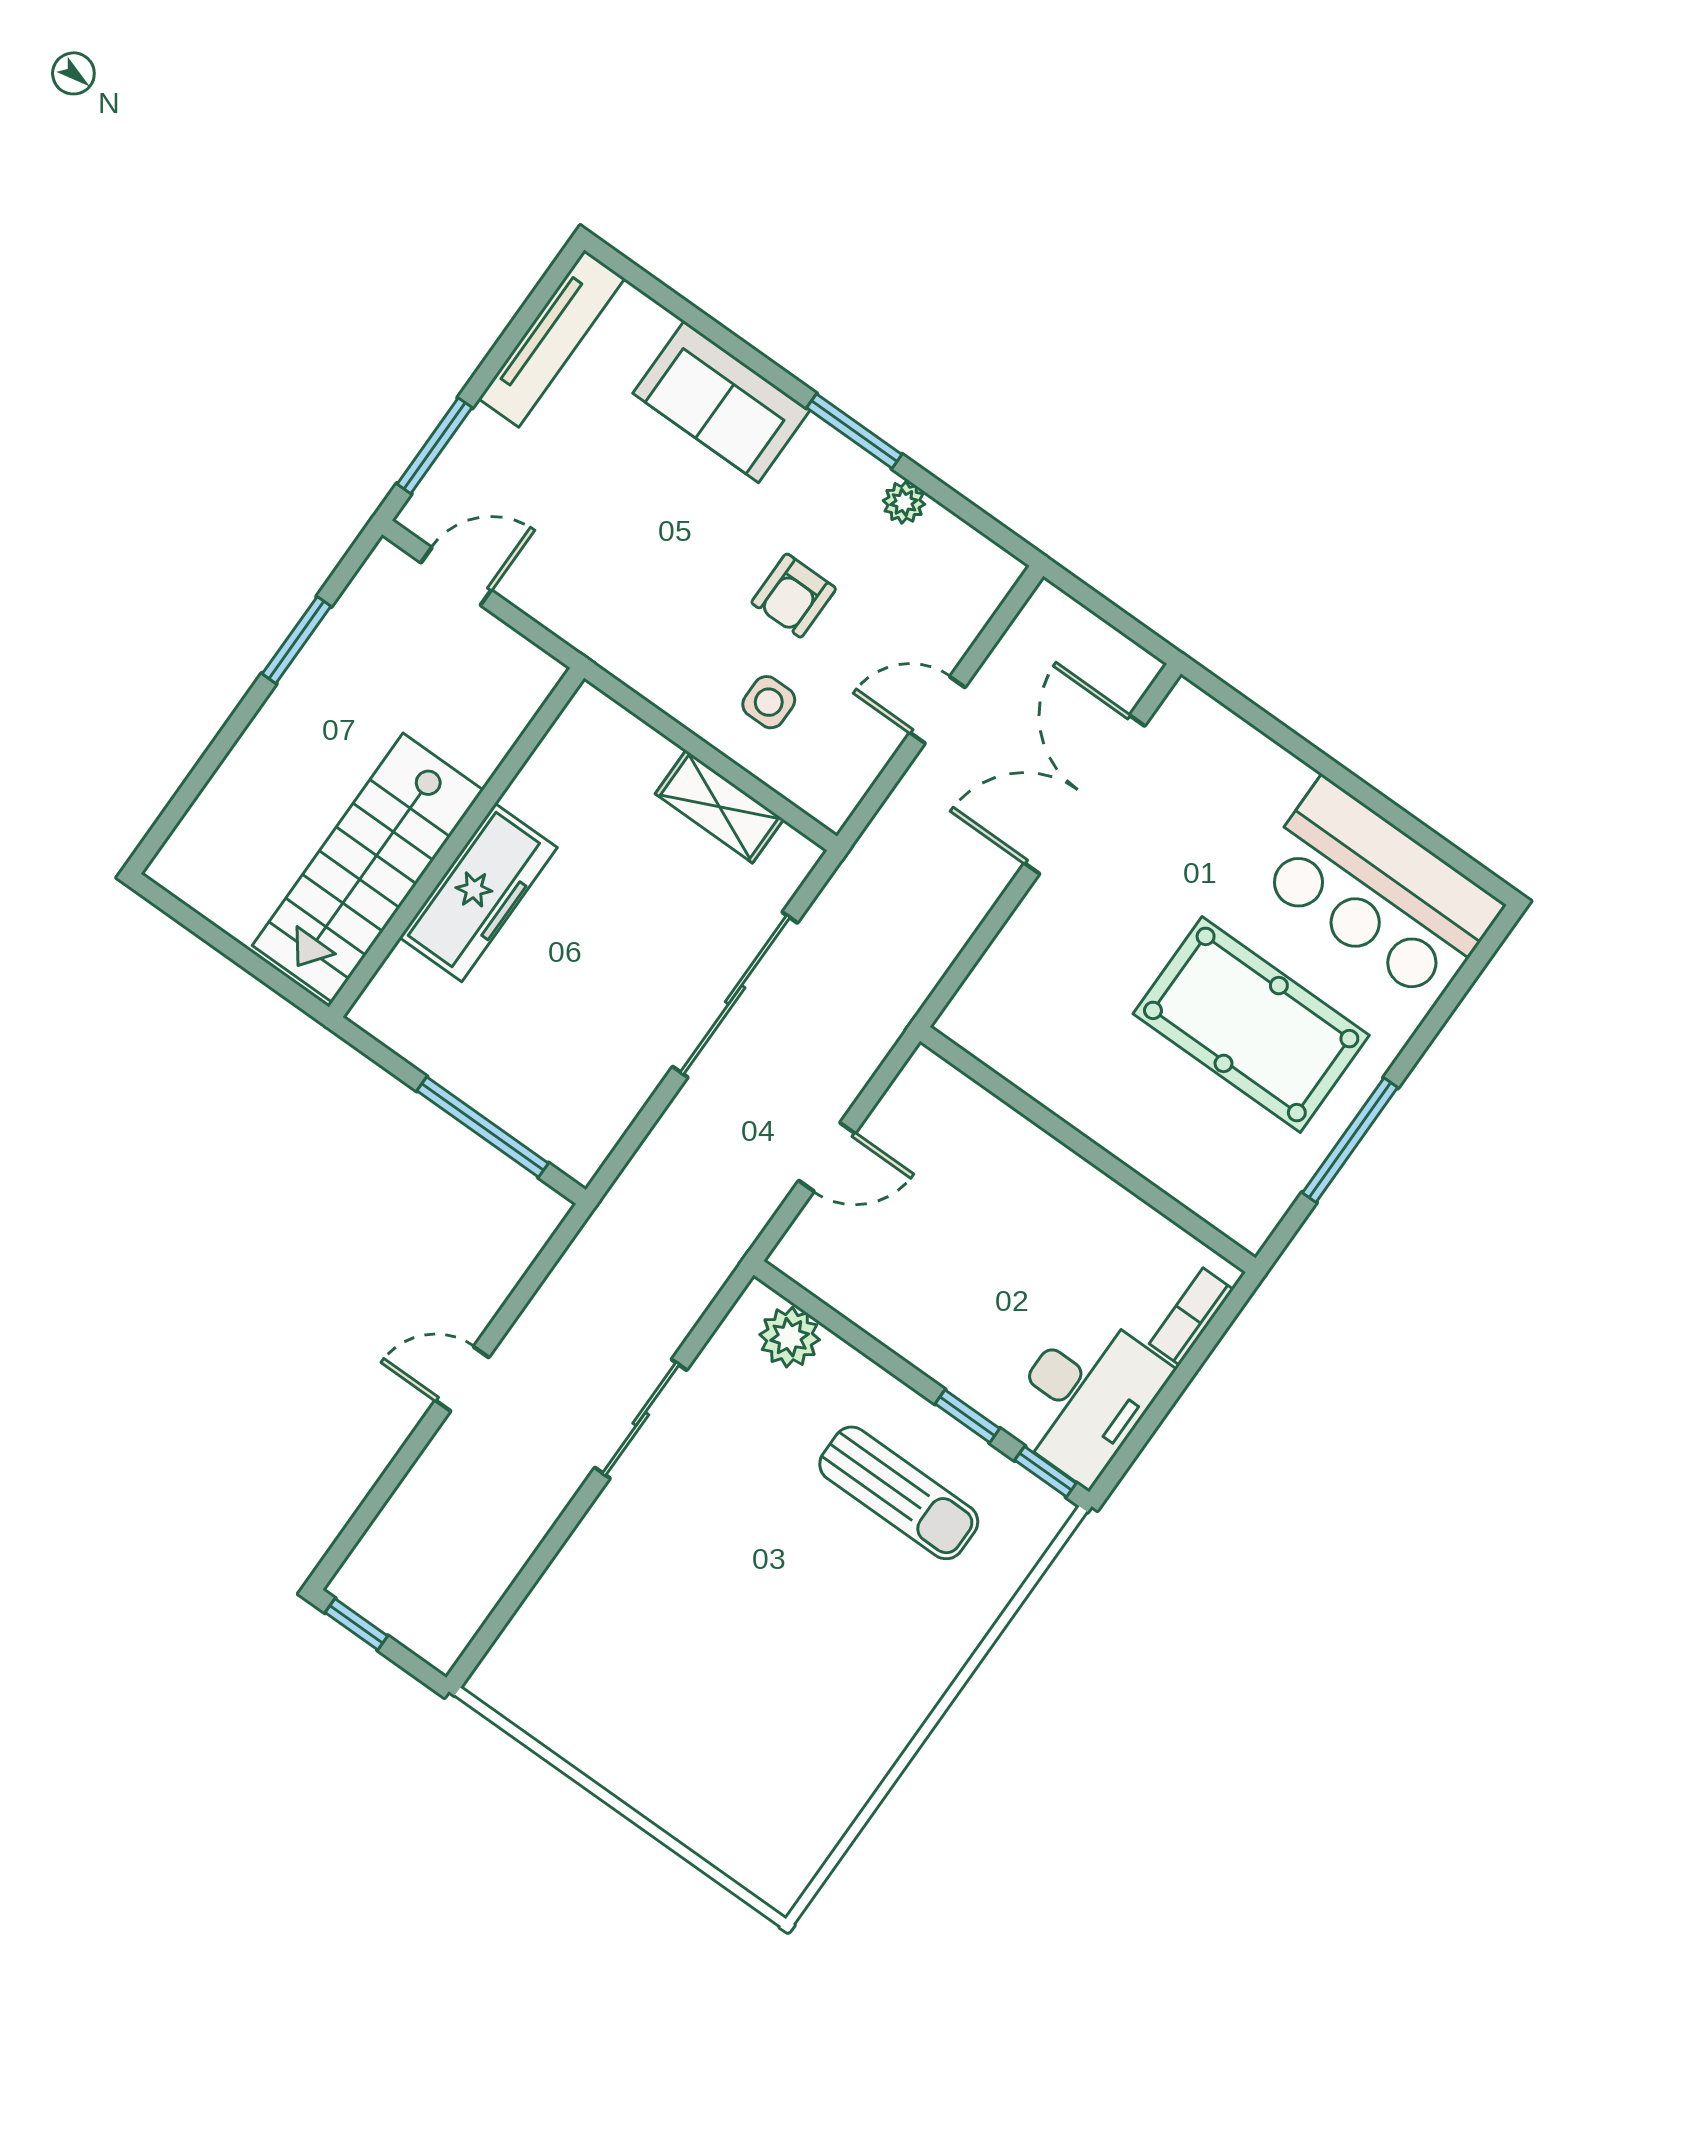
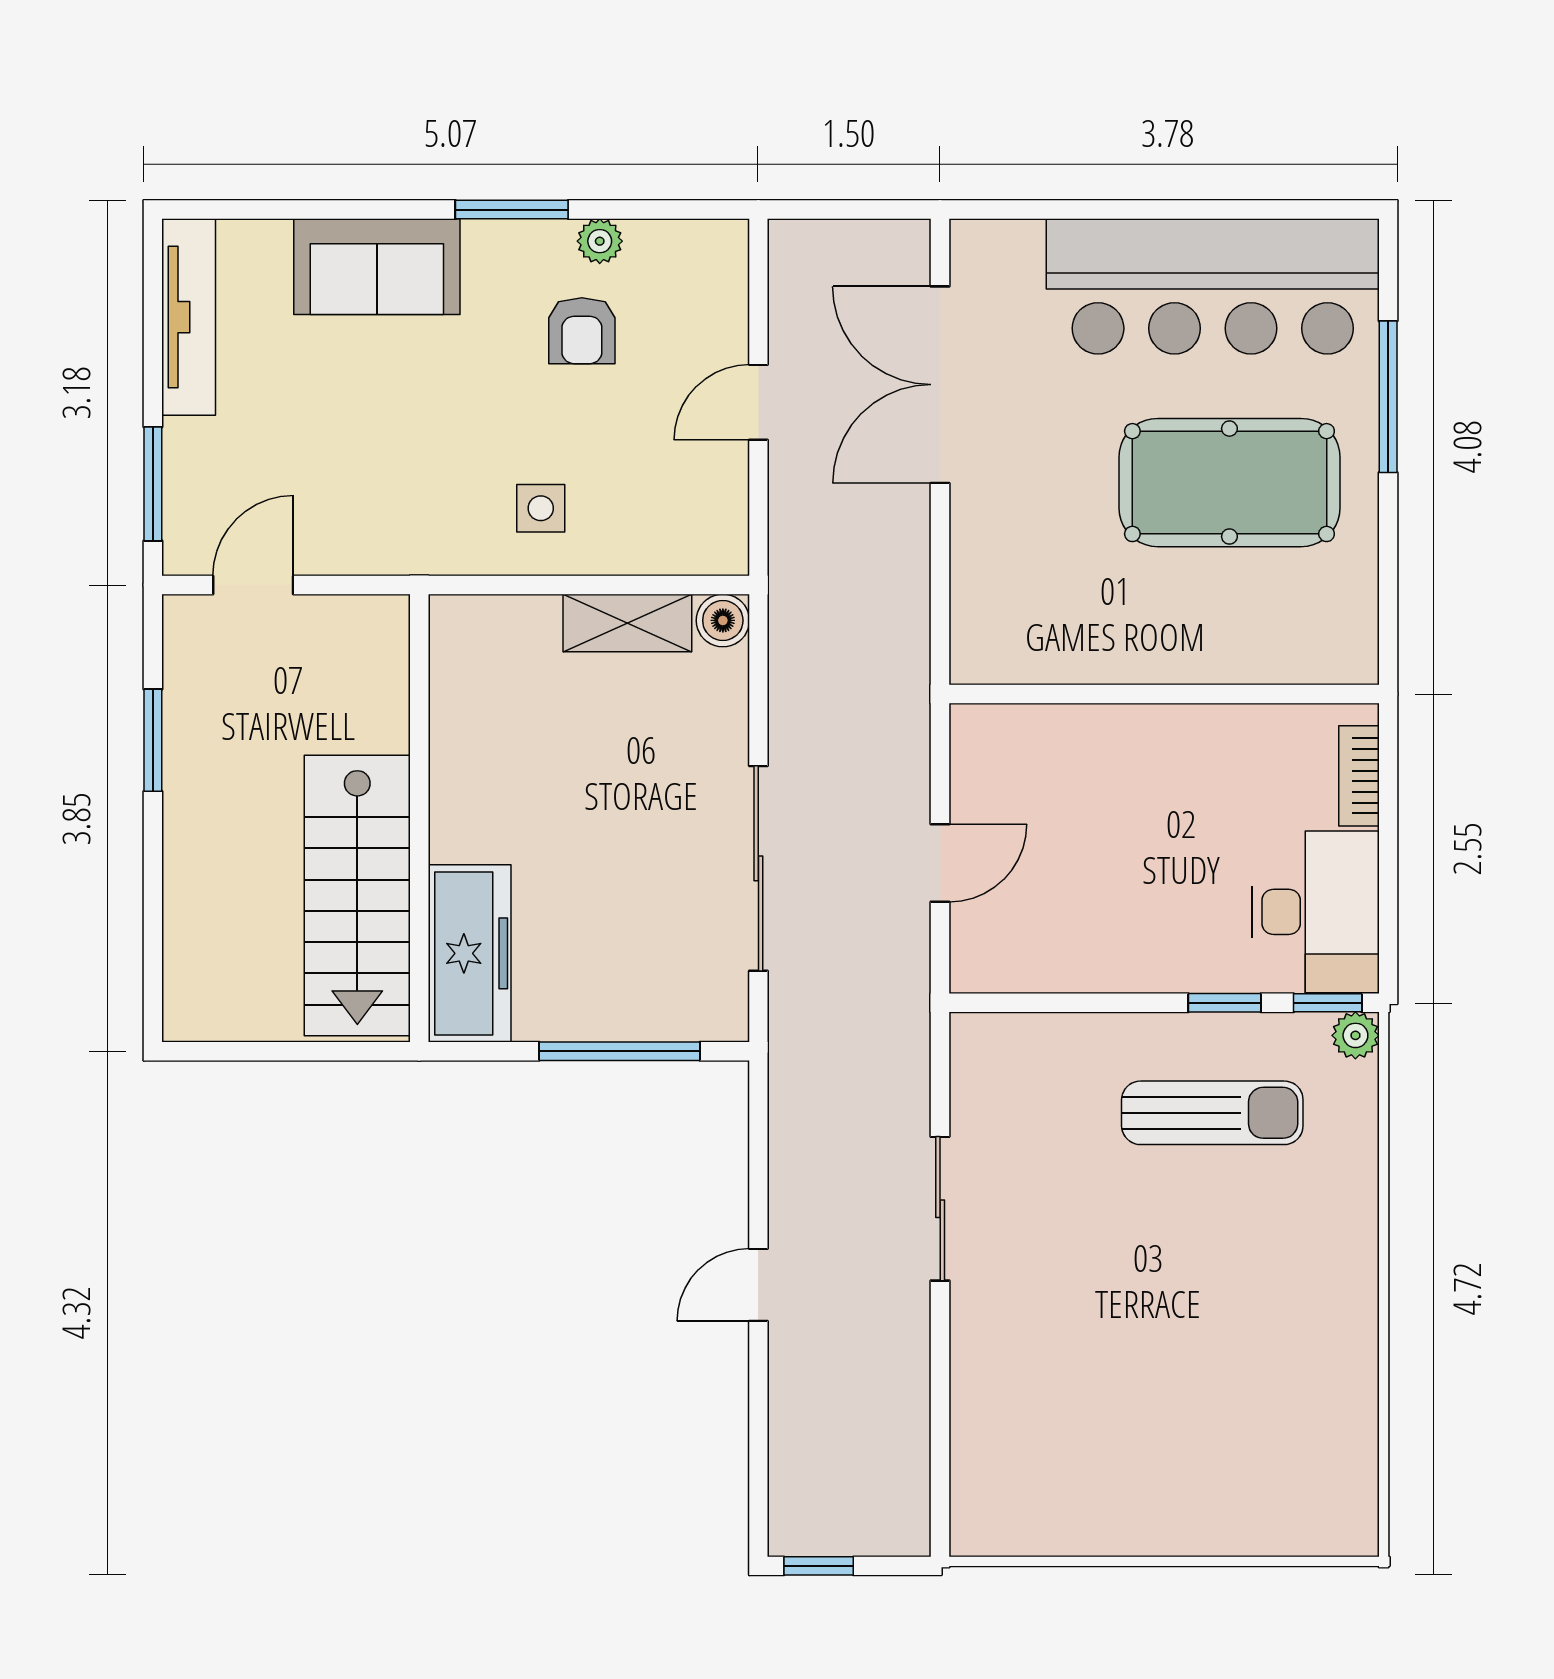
armchair: (794, 596) -> (582, 331), moved
side table: (769, 702) -> (541, 508), moved
boiler: (793, 856) -> (723, 620), added
bar counter: (1378, 891) -> (1213, 286), width x1.36
freezer: (478, 893) -> (470, 953), moved
sliding door: (735, 995) -> (758, 868), moved
window: (1350, 1140) -> (1388, 397), moved
plant: (790, 1337) -> (1355, 1035), moved, width x0.73, depth x0.73

